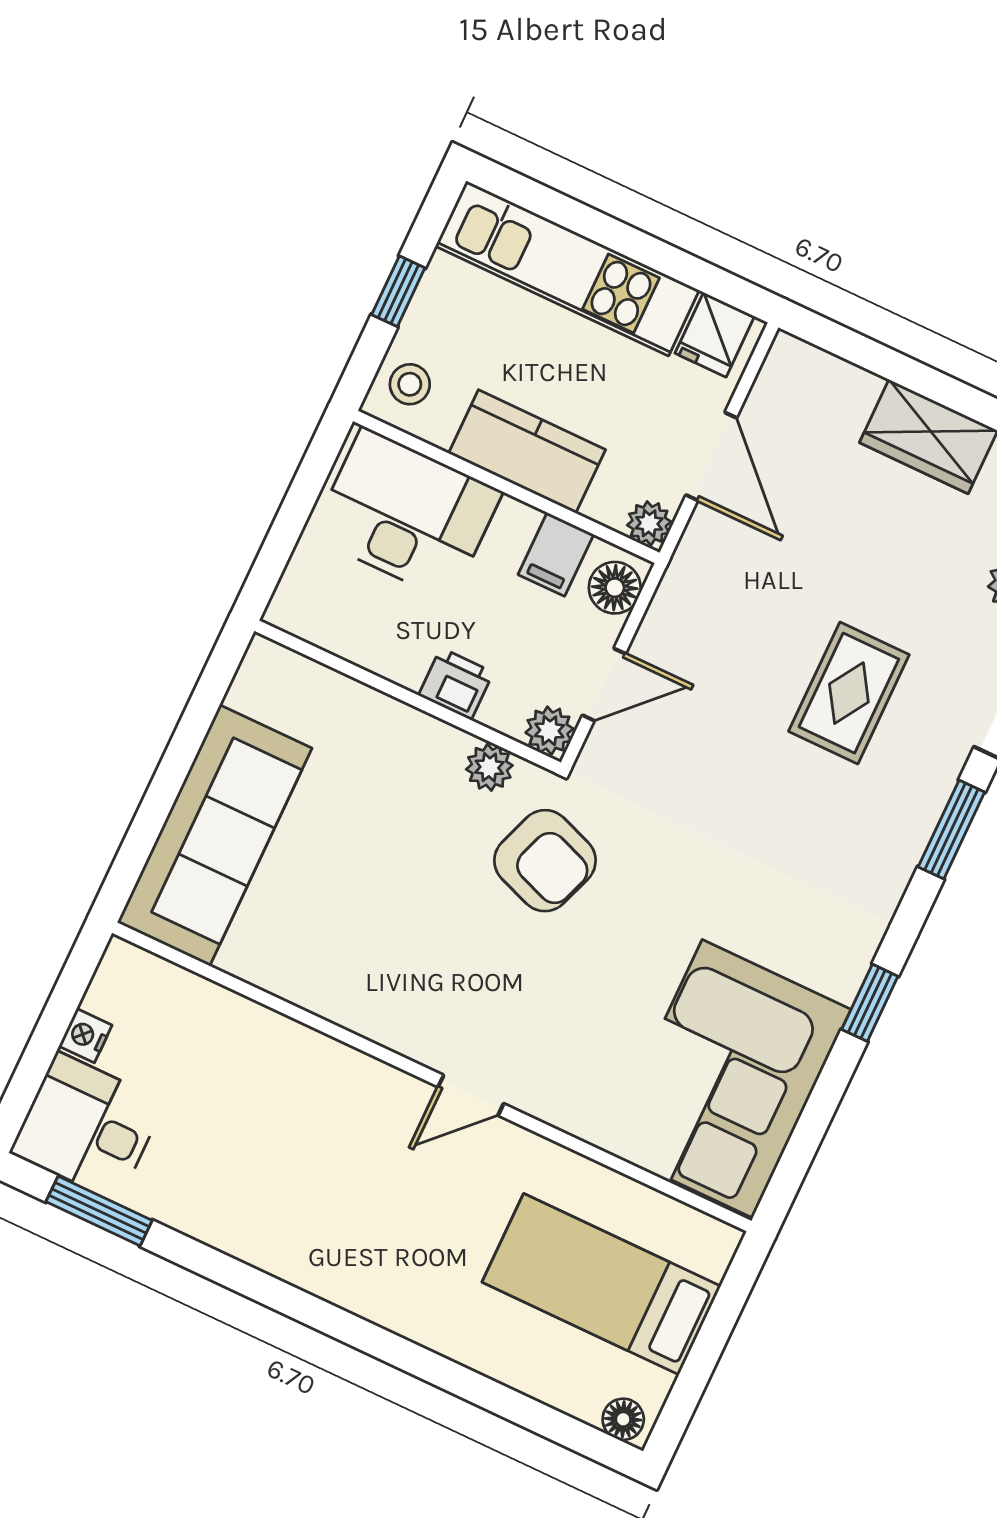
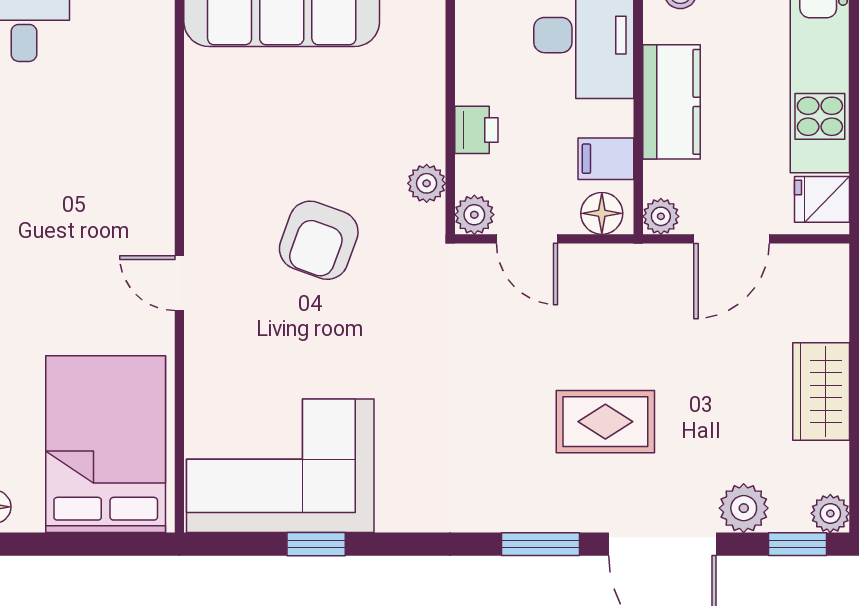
armchair: (545, 861) -> (319, 240), moved
window: (870, 1003) -> (316, 544), moved
bed: (601, 1284) -> (106, 444), width x1.50

